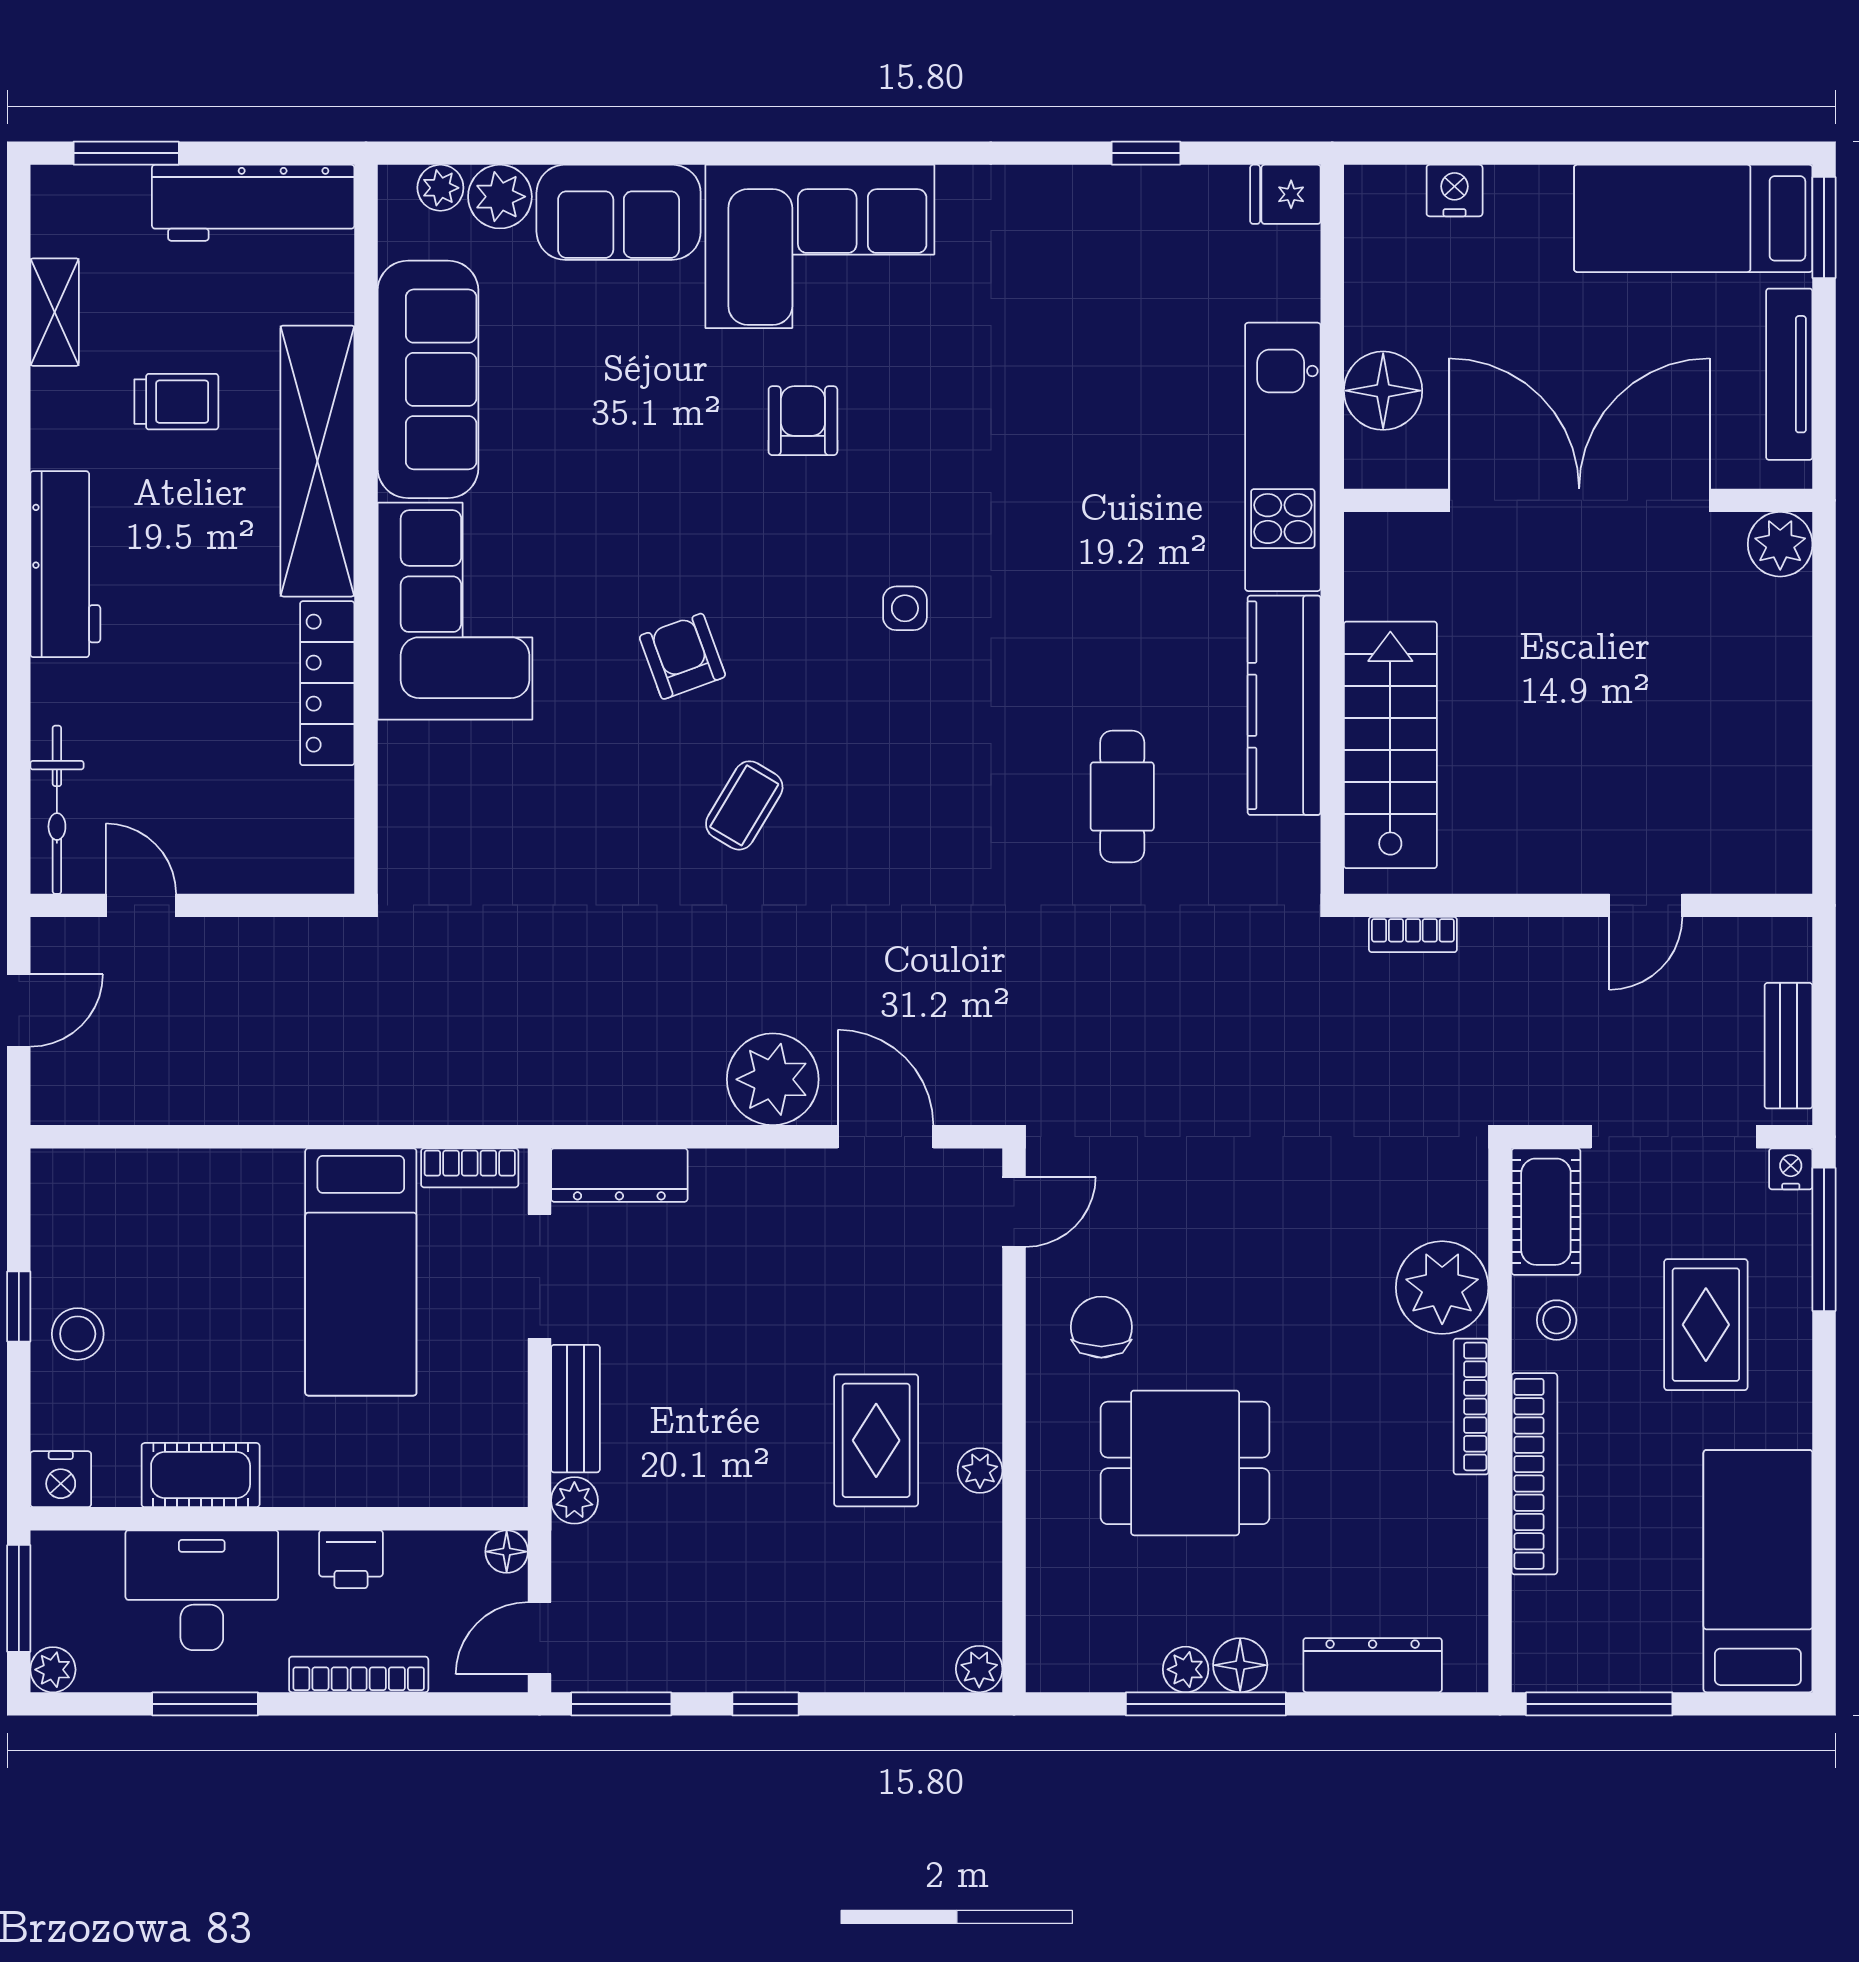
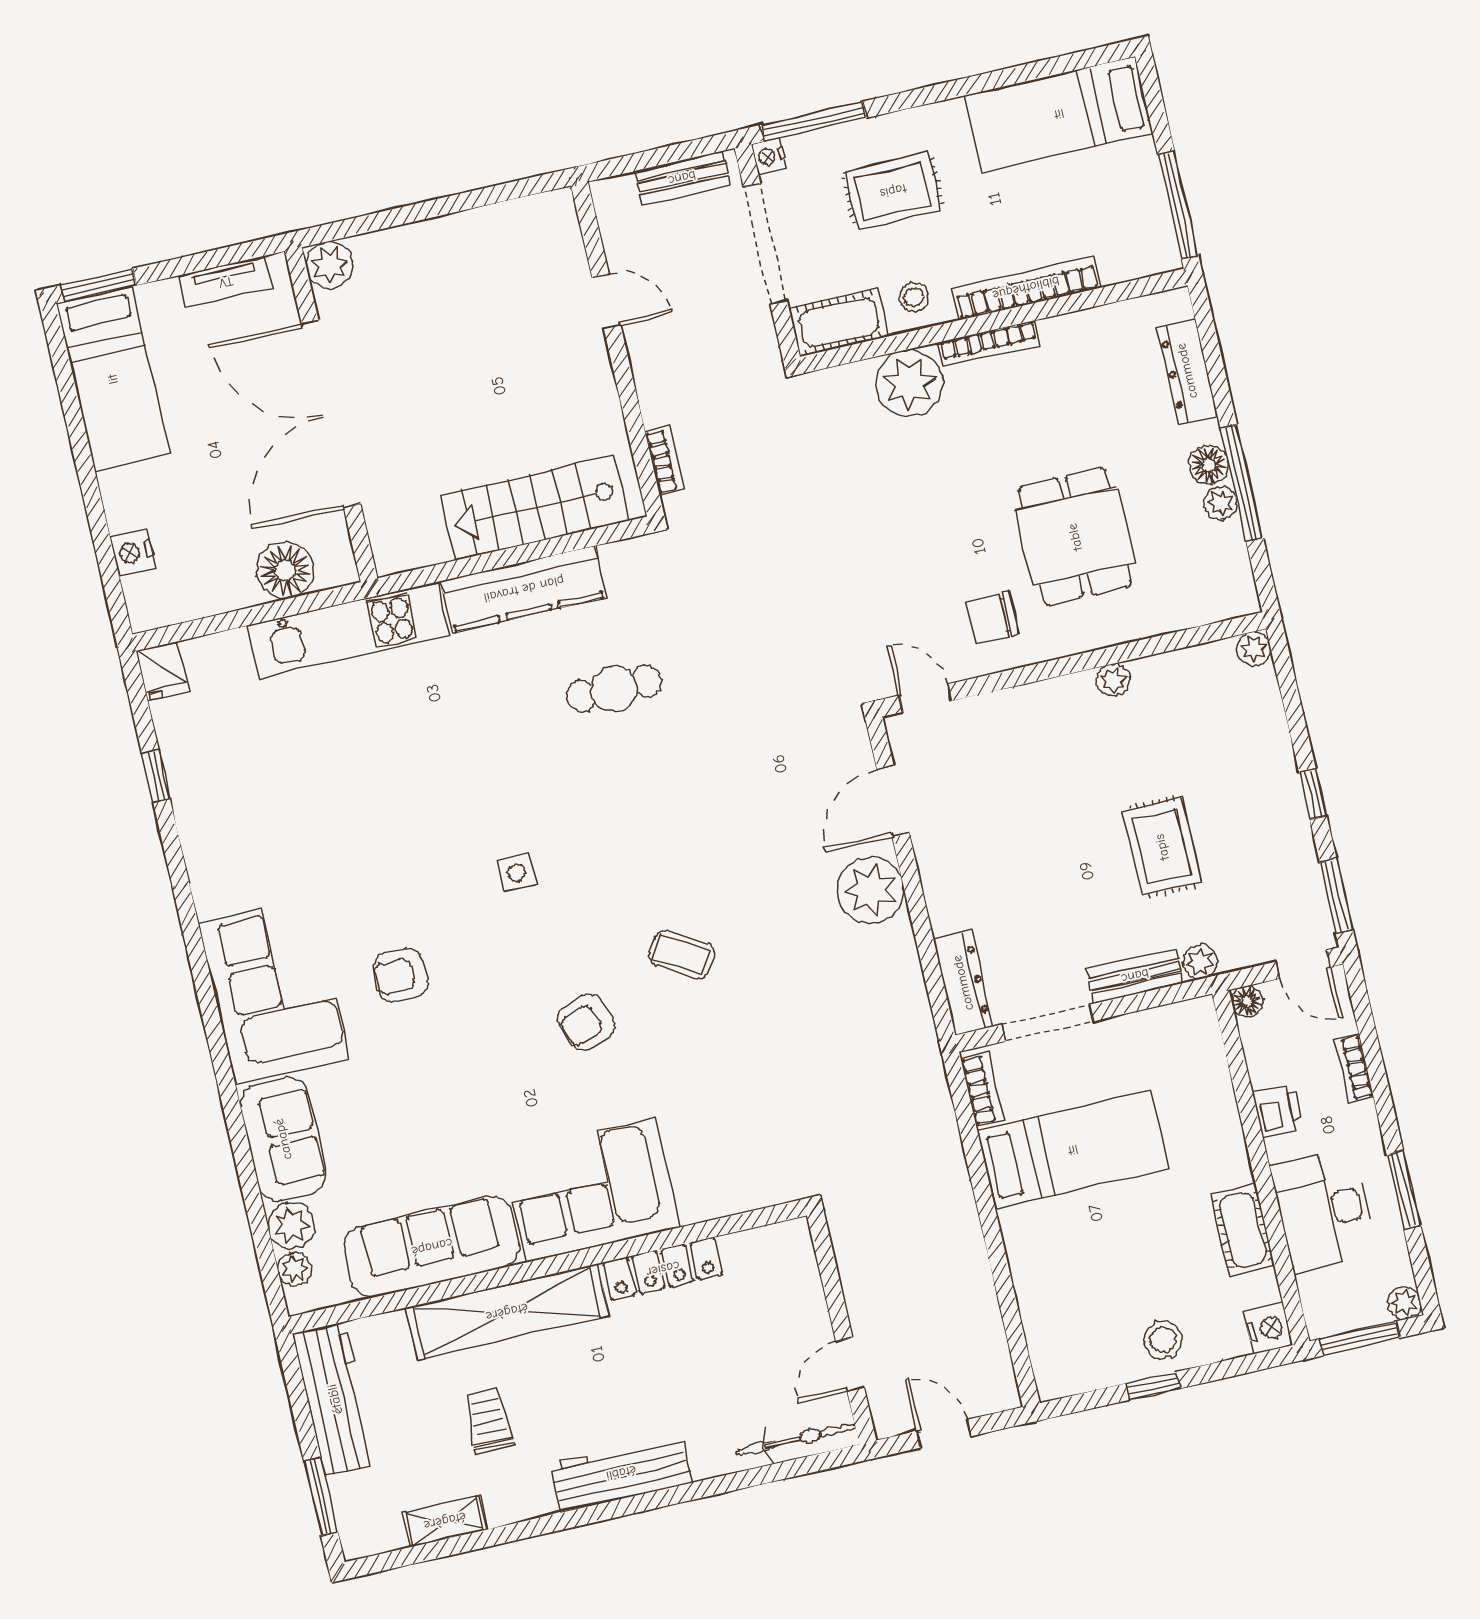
tv unit: (1789, 374) -> (226, 282), width x0.71
rug: (876, 1440) -> (1162, 847), moved, turned 90
bookcase: (359, 1674) -> (1354, 1068), width x0.64

